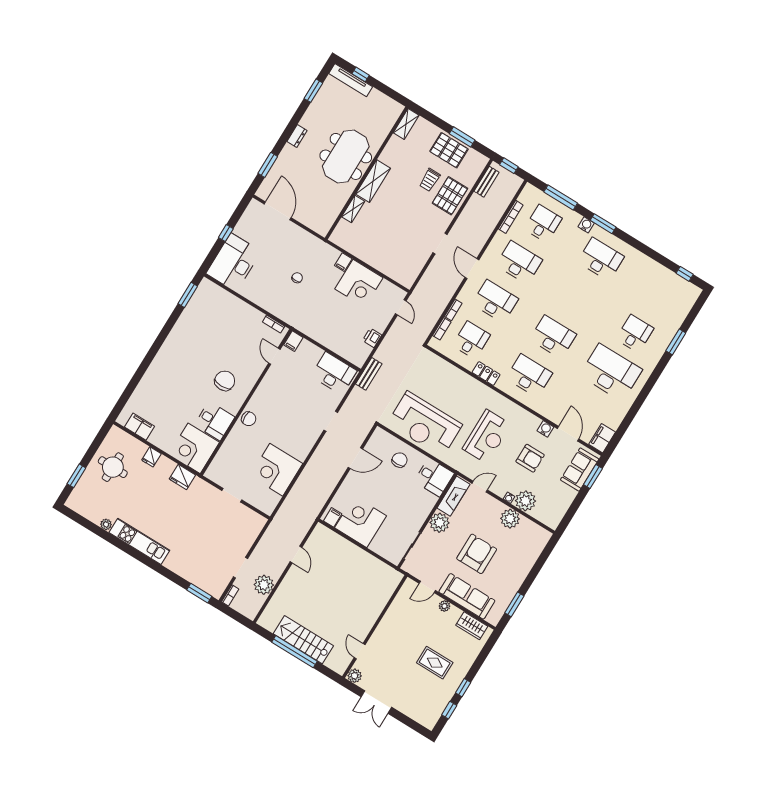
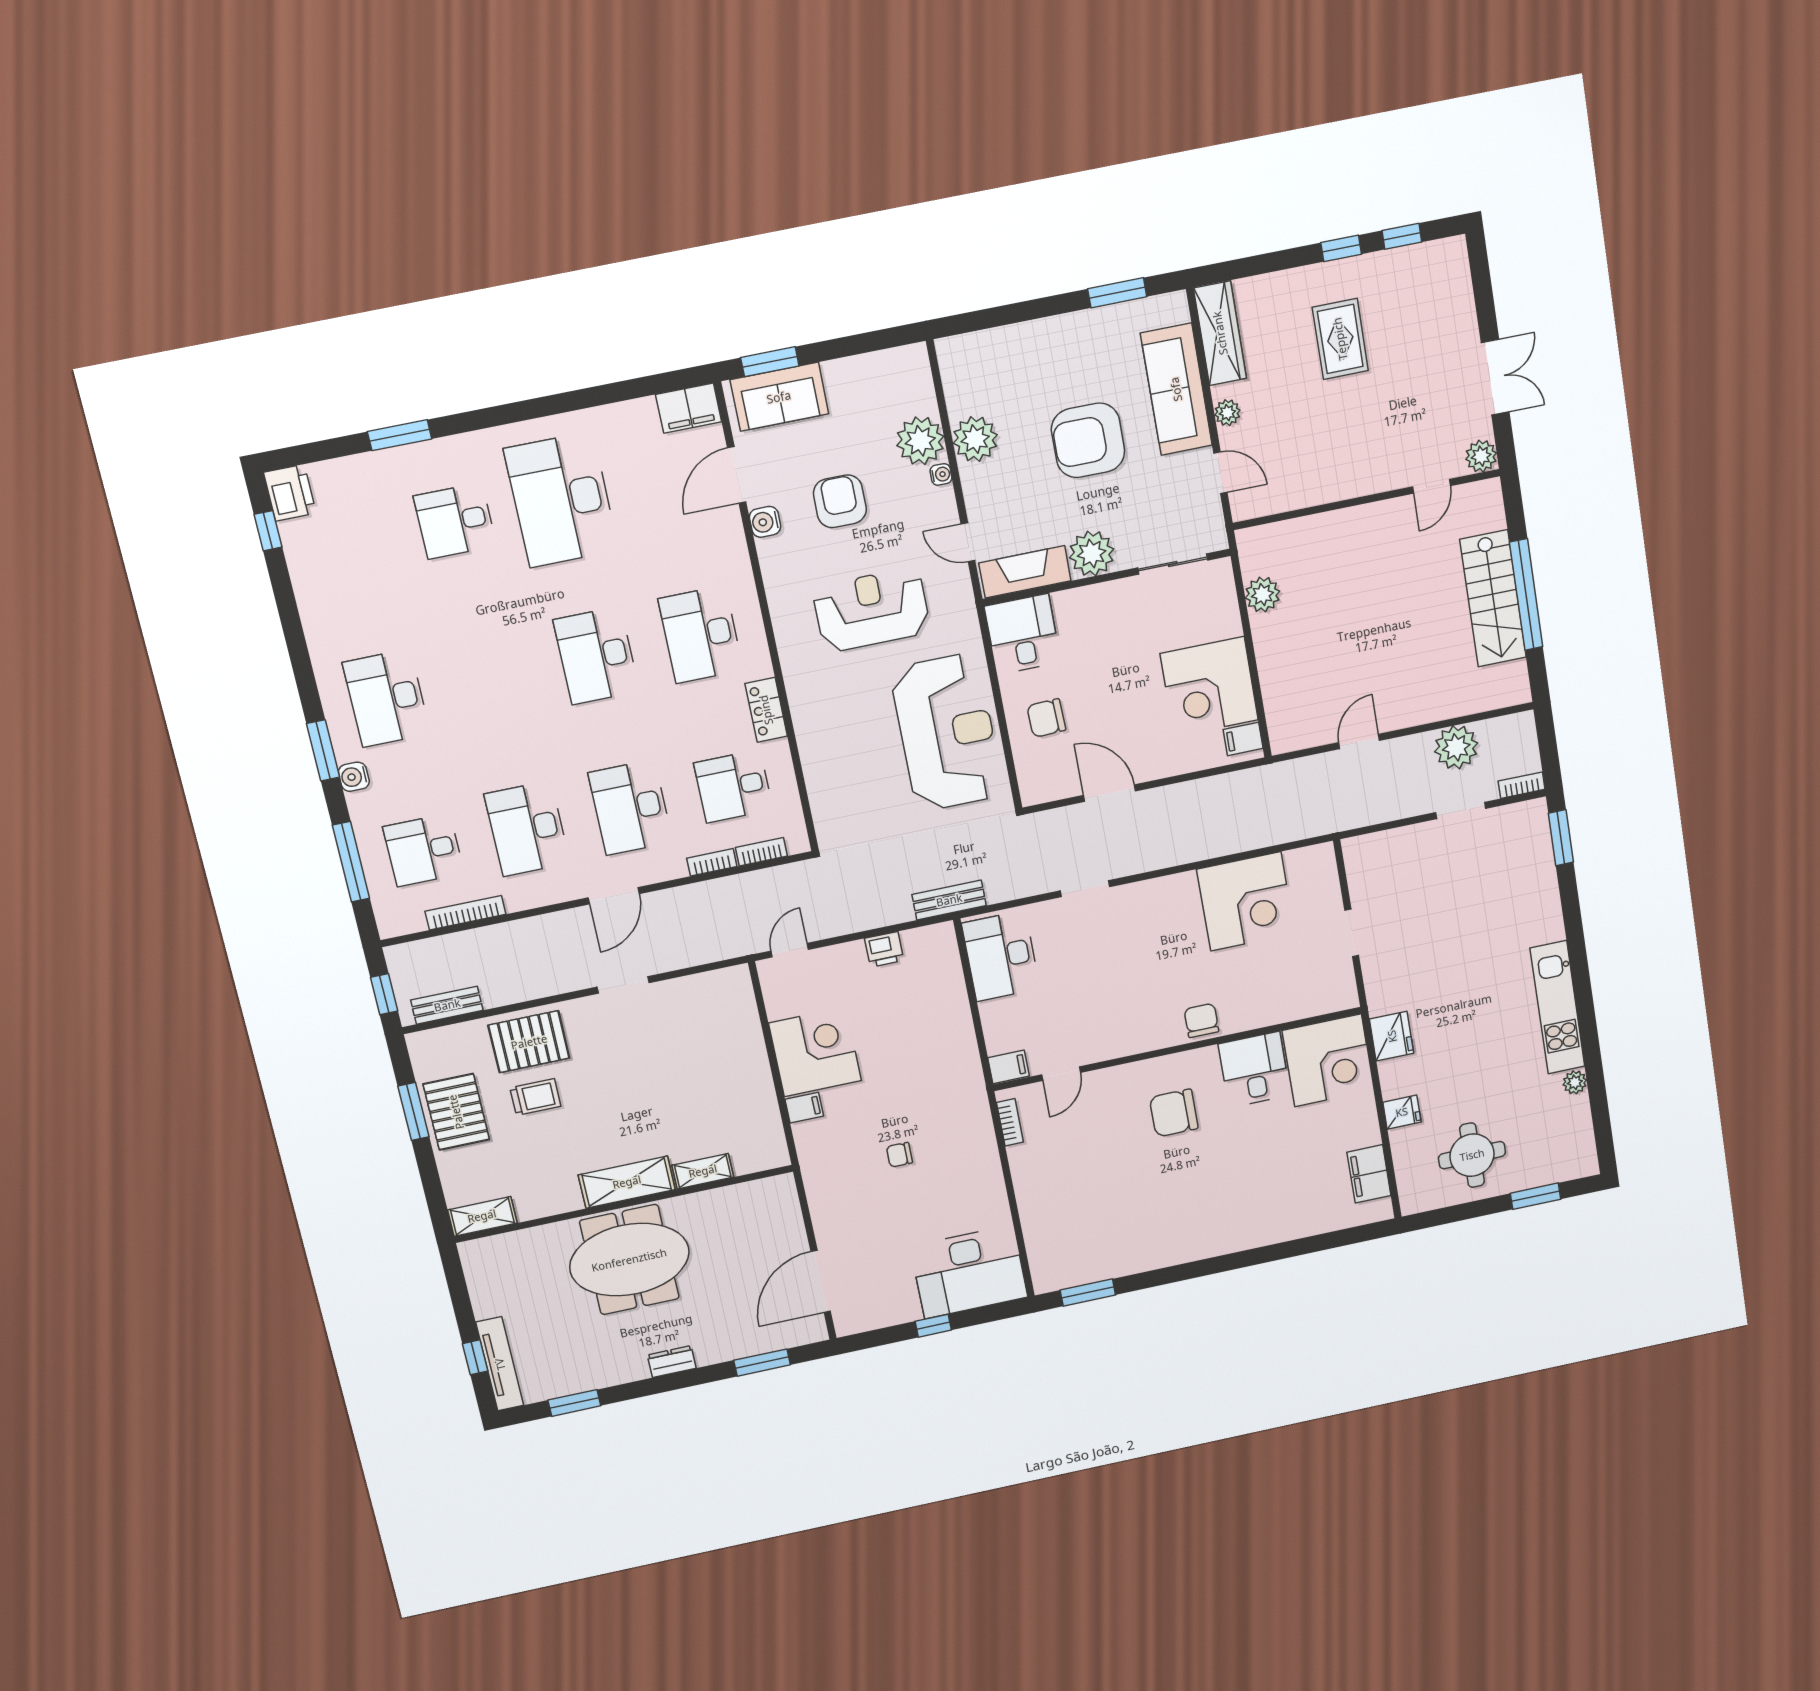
printer: (690, 292) -> (290, 493), added
plant: (375, 566) -> (1263, 595), added
wardrobe: (472, 626) -> (1220, 333), width x1.50

